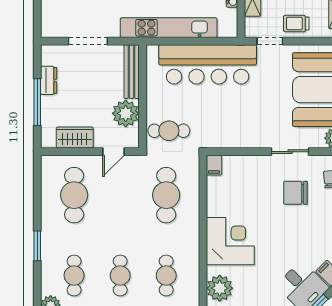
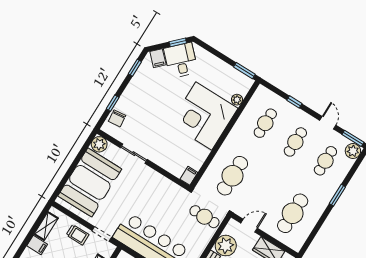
chair: (295, 193) -> (147, 124), removed
corner desk: (230, 241) -> (204, 116), width x1.36, depth x1.36
plant: (220, 288) -> (237, 100), width x0.53, depth x0.53

